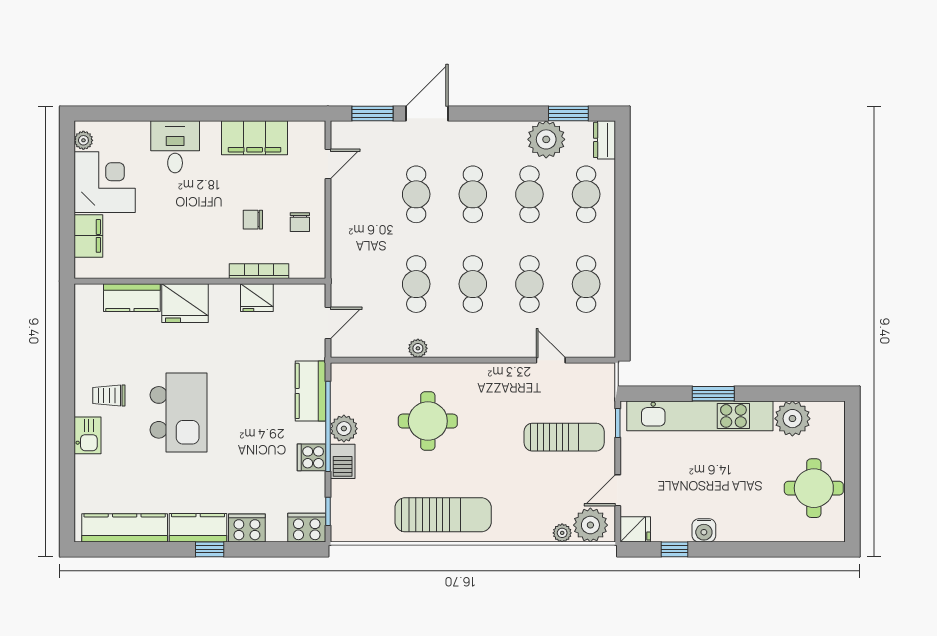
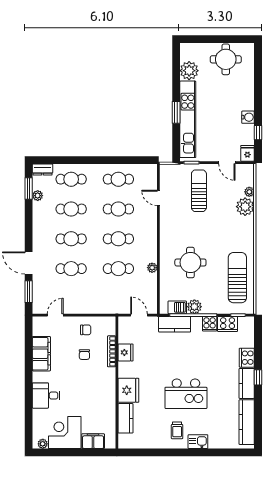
plant: (546, 139) -> (38, 196), width x0.53, depth x0.53
door: (328, 164) -> (55, 315), hinge flipped
door: (551, 360) -> (158, 198), hinge flipped
kitchen island: (179, 412) -> (186, 394), turned 180
barbecue: (343, 461) -> (177, 307), moved
sun lounger: (443, 515) -> (237, 278), moved
plant: (590, 525) -> (245, 207), moved
cooker: (307, 528) -> (228, 324), moved, turned -90

